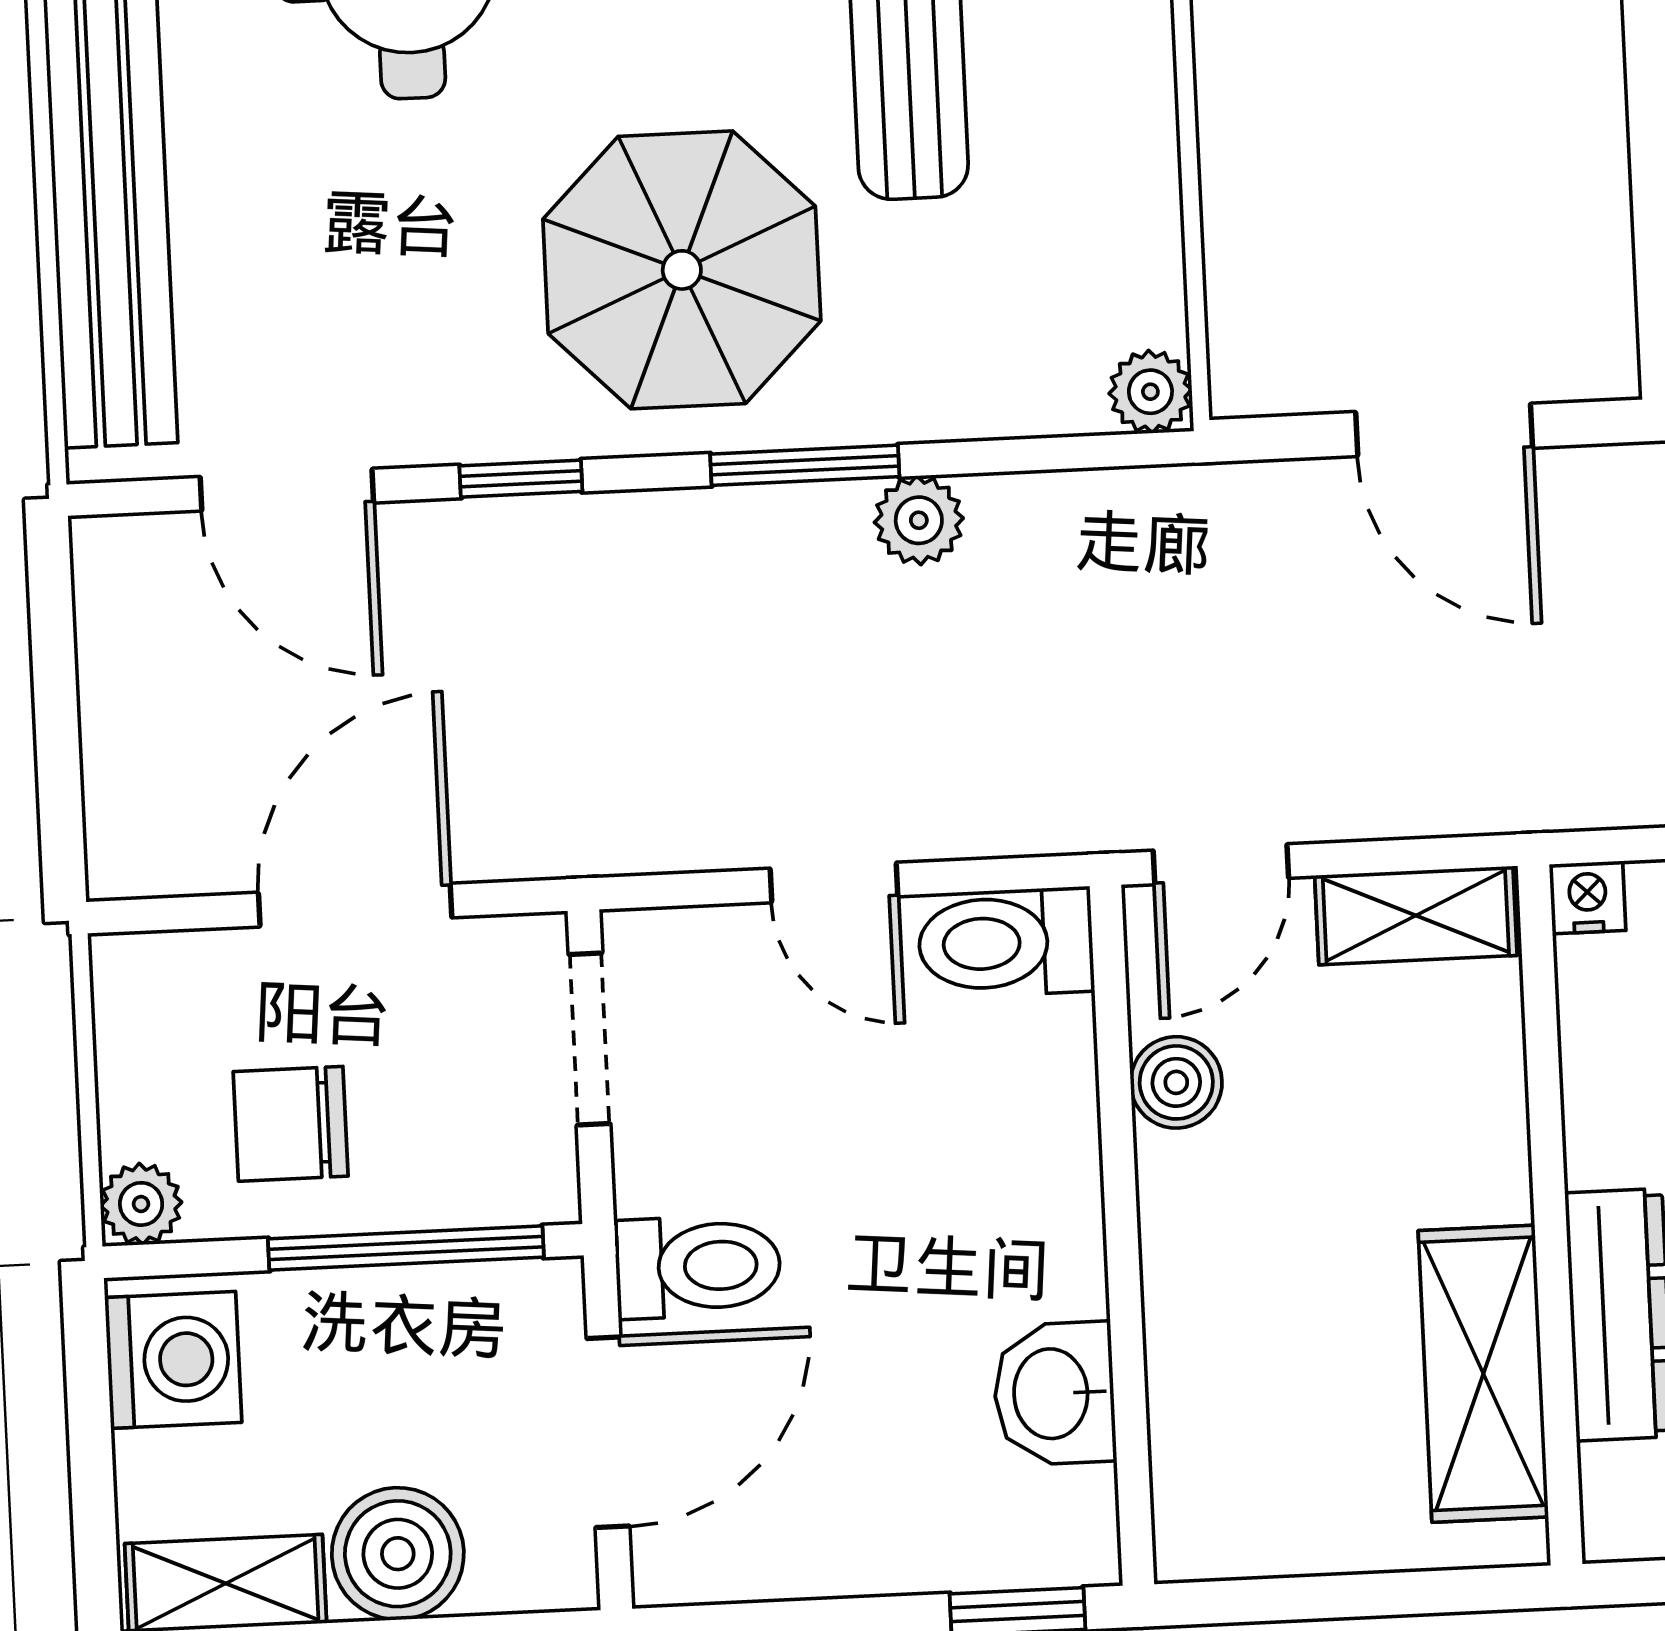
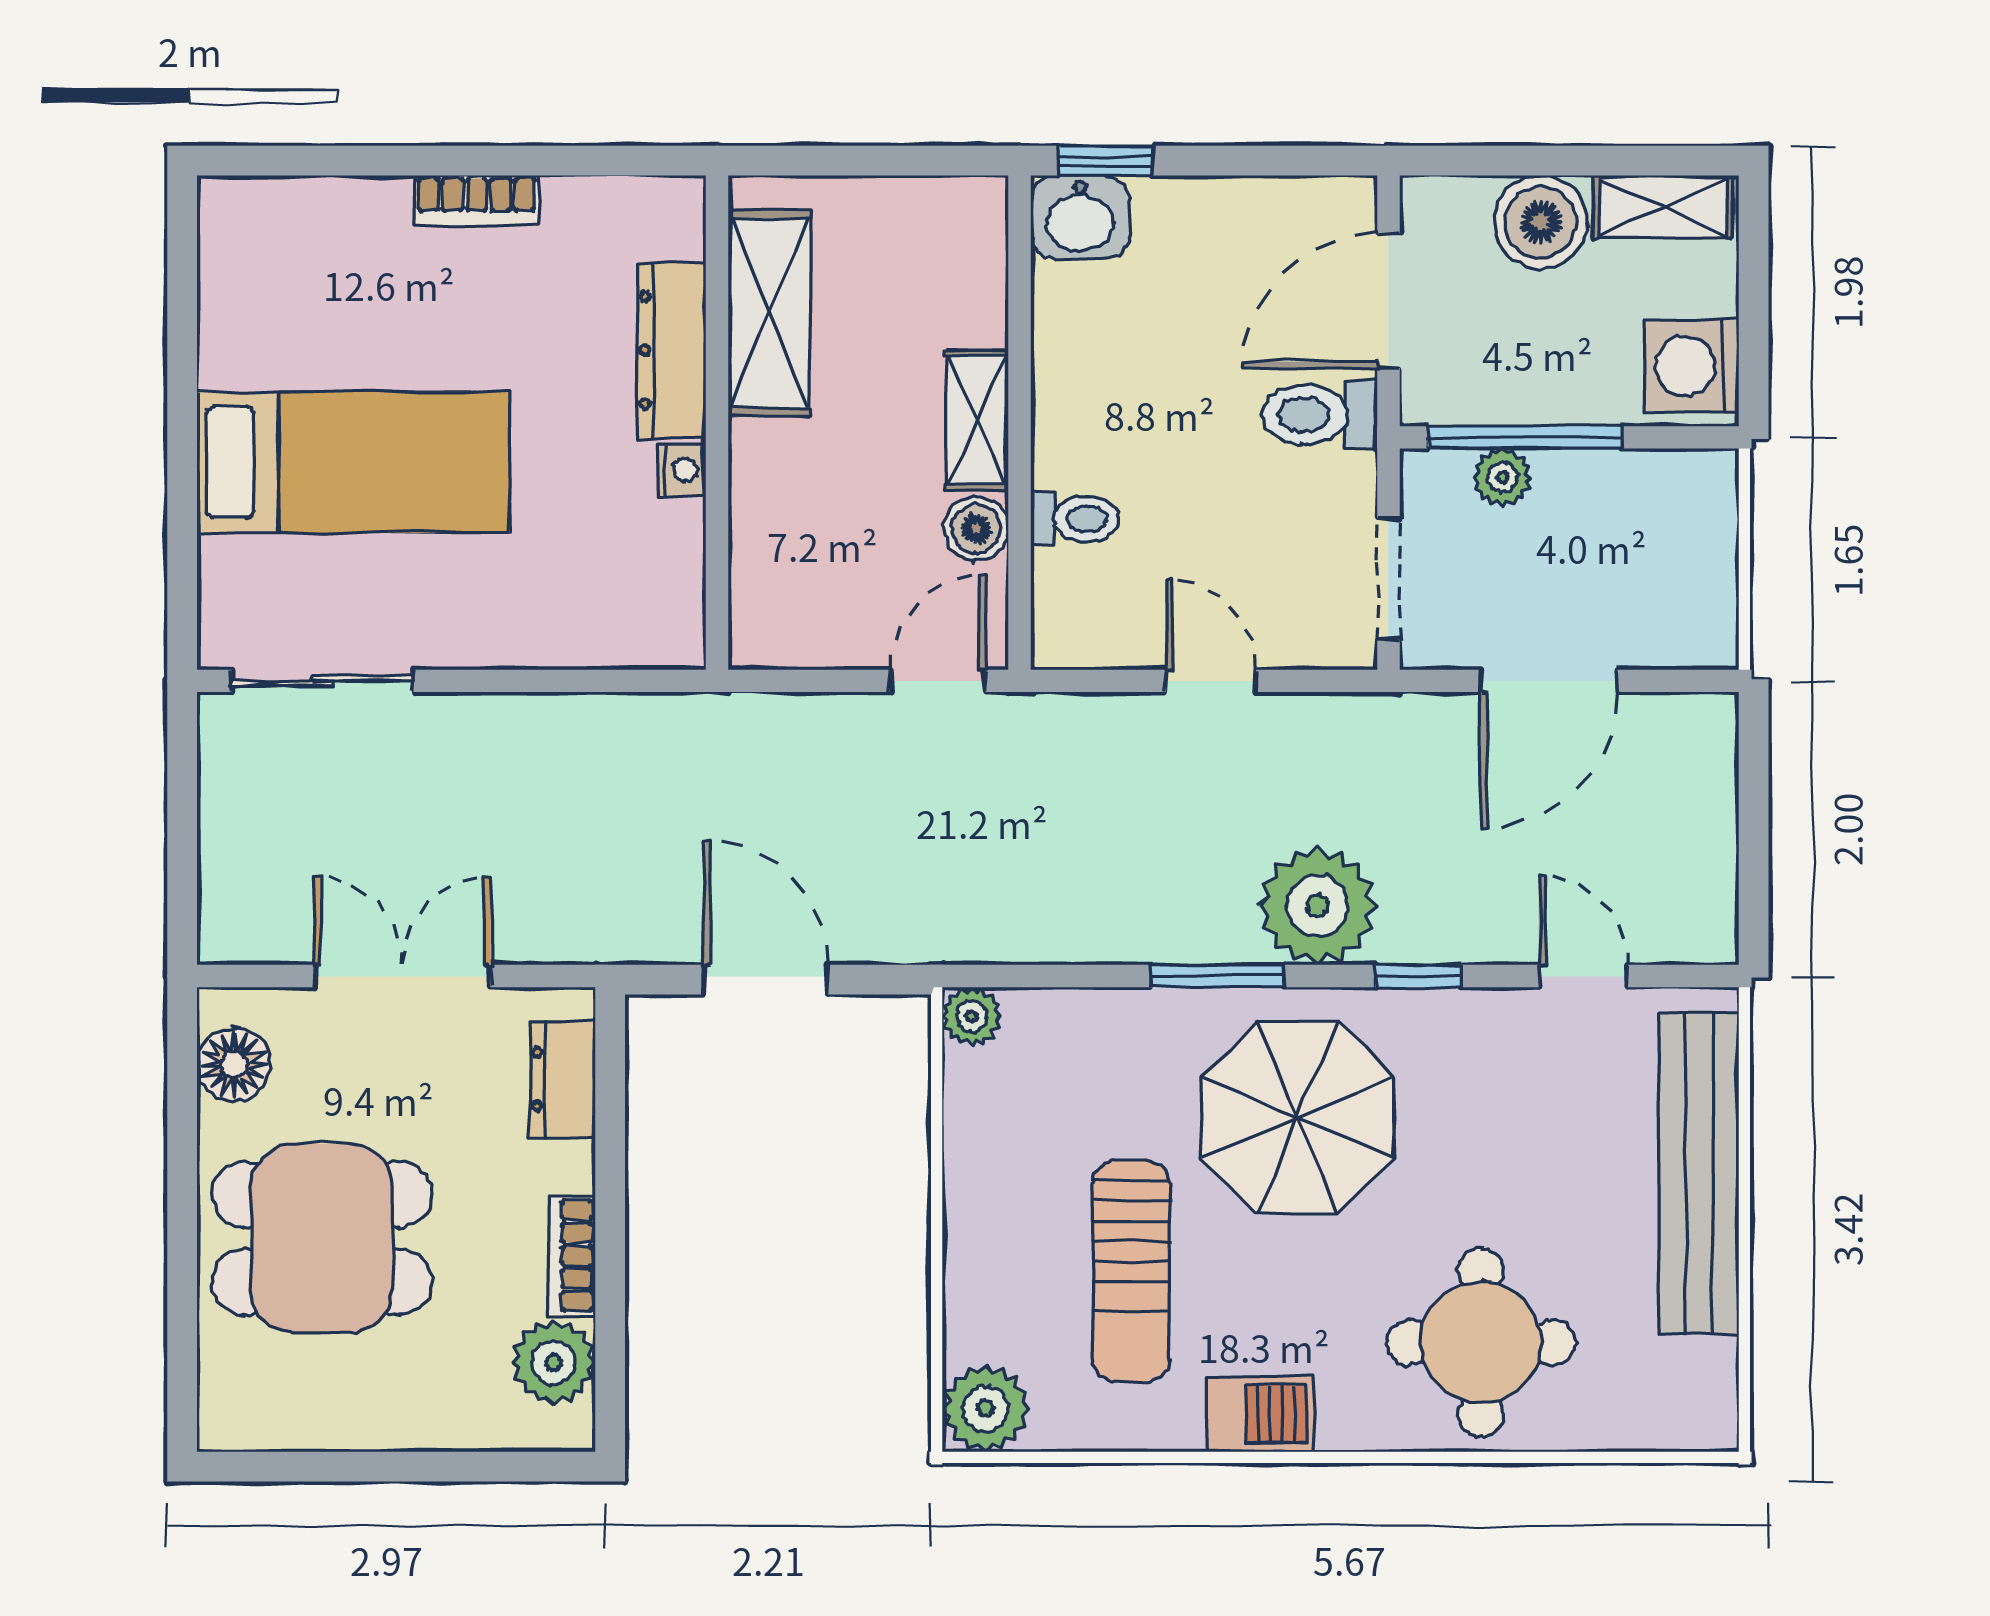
door: (287, 490) -> (1583, 976), width x0.73
plant: (919, 520) -> (1317, 906), moved, width x1.87, depth x1.87
nightstand: (1588, 897) -> (681, 470), moved, turned -90
shelving: (1416, 915) -> (977, 420), moved, turned 90
toilet: (1006, 943) -> (1075, 519), moved, width x0.73, depth x0.72
chair: (291, 1124) -> (1602, 529), removed
plant: (141, 1204) -> (1502, 477), moved
washbasin: (1054, 1394) -> (1080, 217), moved, turned 90

